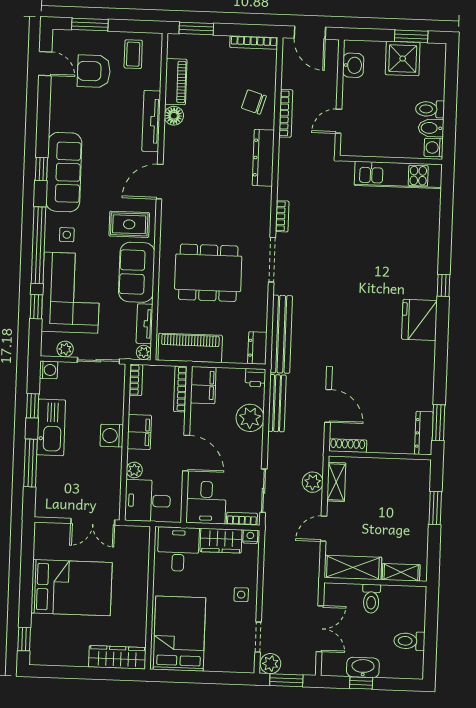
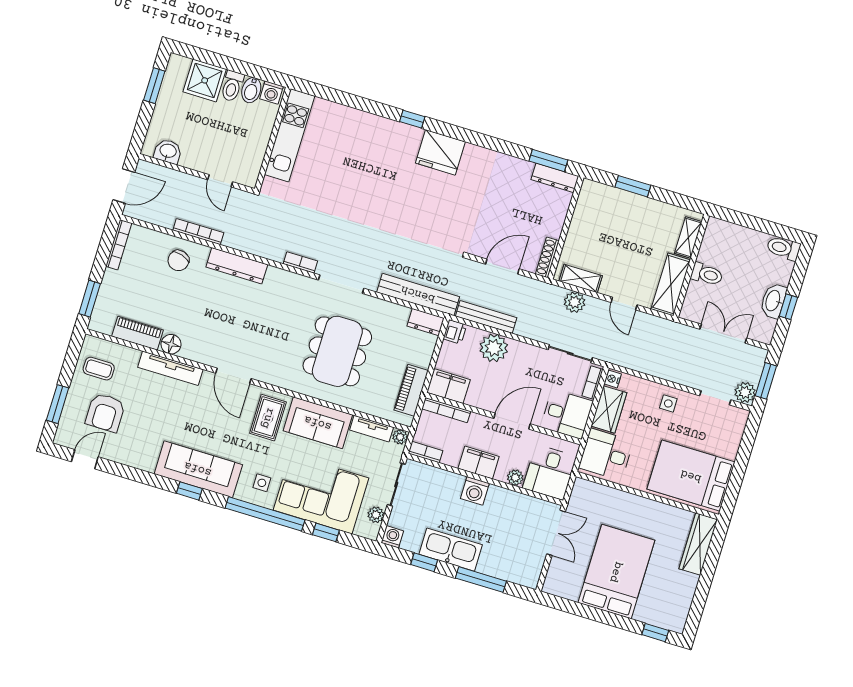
shower: (403, 59) -> (205, 80), moved
piano: (190, 348) -> (411, 390), width x0.73, depth x0.75
toilet: (409, 641) -> (783, 248), moved, turned 90

